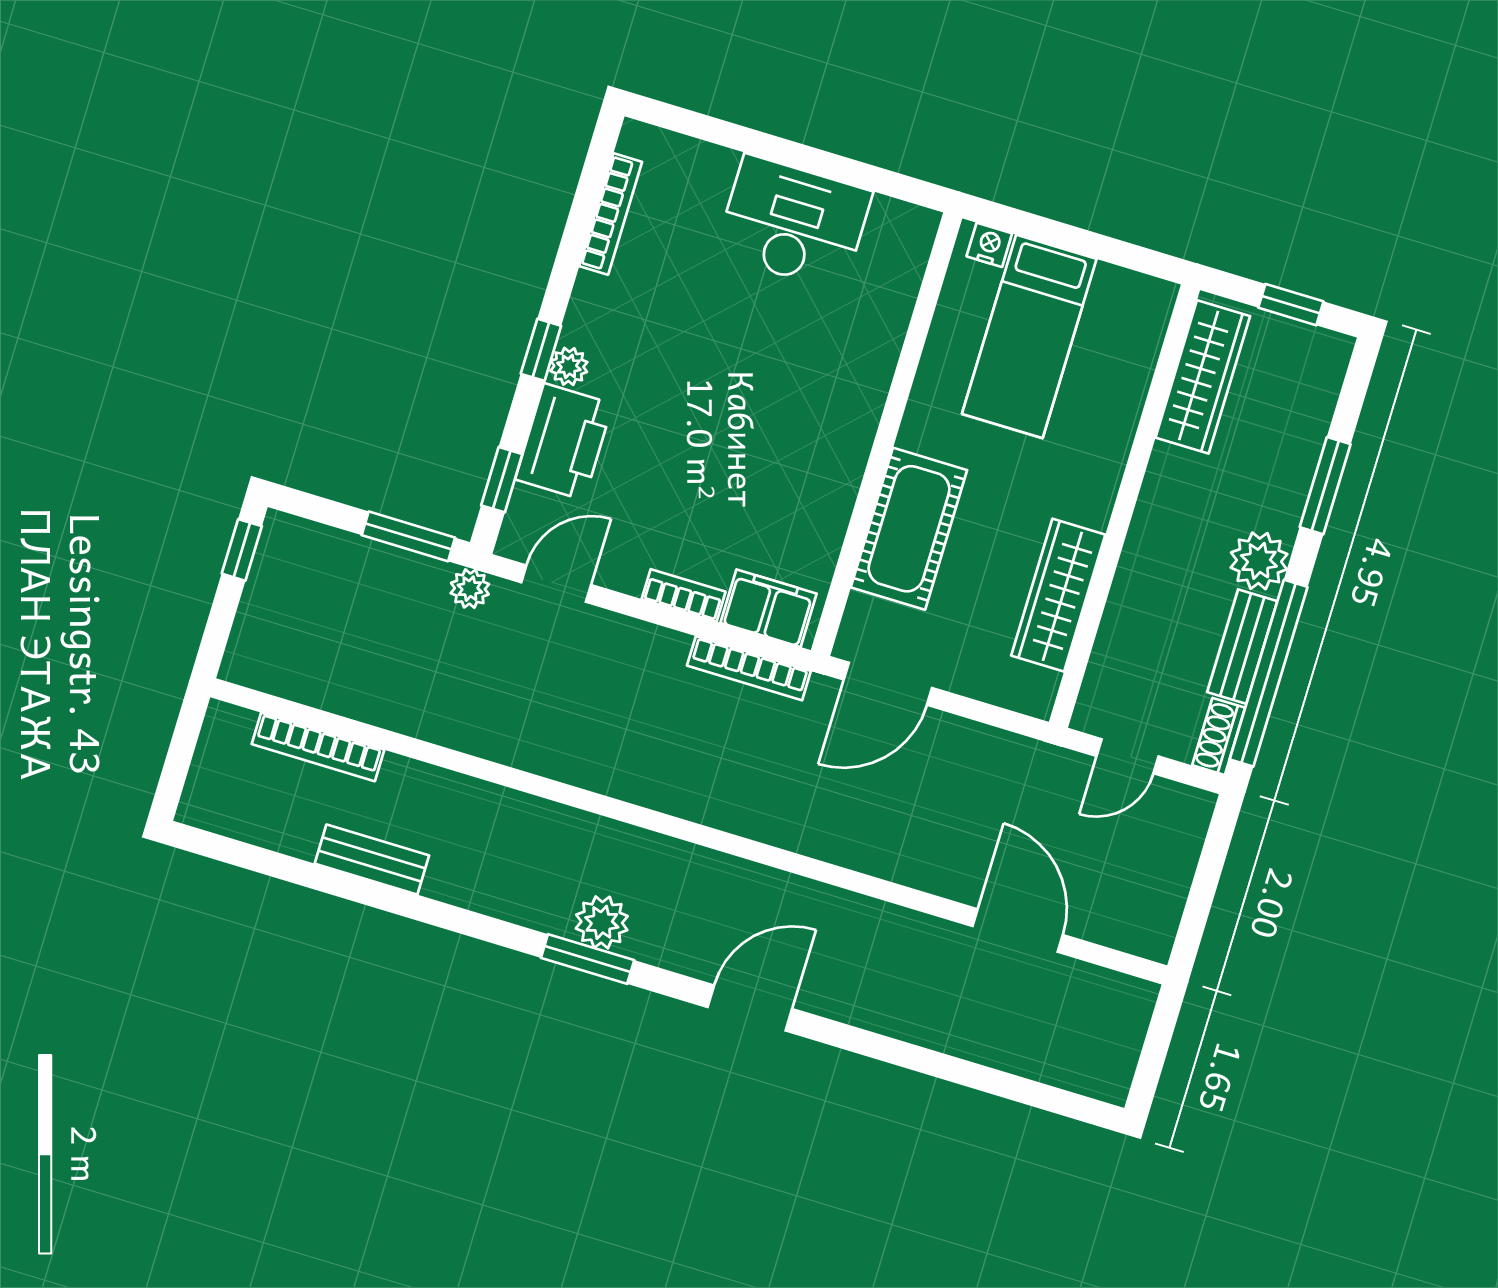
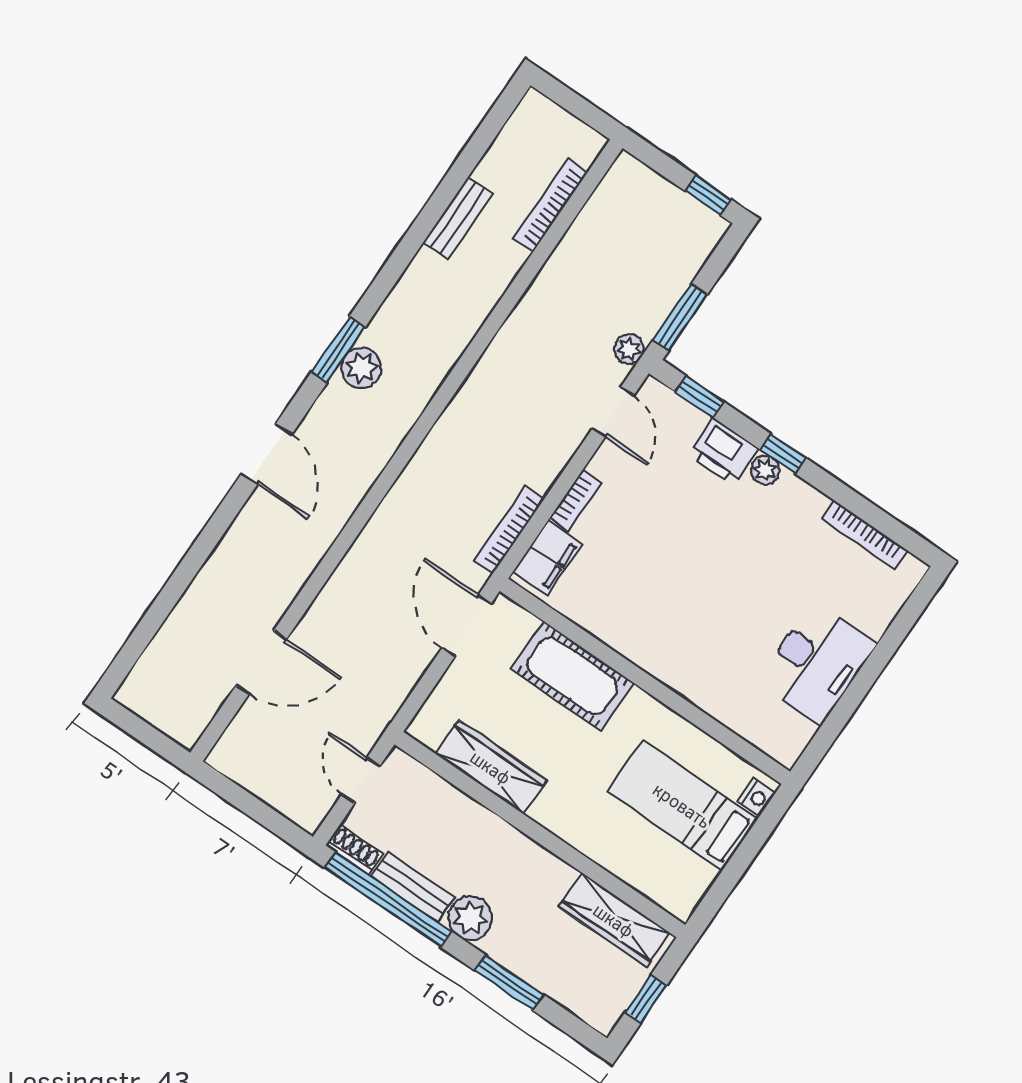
printer: (564, 442) -> (723, 452), width x0.73, depth x0.84

